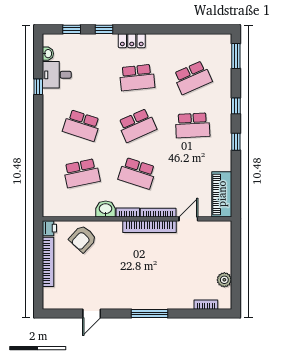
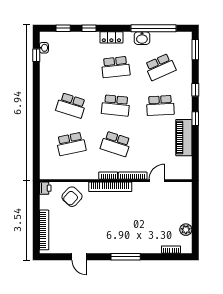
window: (184, 29) -> (154, 28), added
desk: (57, 75) -> (51, 65), removed
window: (38, 87) -> (36, 55), moved
school desk: (137, 125) -> (116, 105), turned 30
piano: (222, 194) -> (184, 138), moved
washbasin: (106, 209) -> (142, 38), moved, turned 180
bookcase: (150, 227) -> (110, 187), moved
bookcase: (48, 262) -> (44, 230), moved
door: (92, 313) -> (79, 257), hinge flipped

